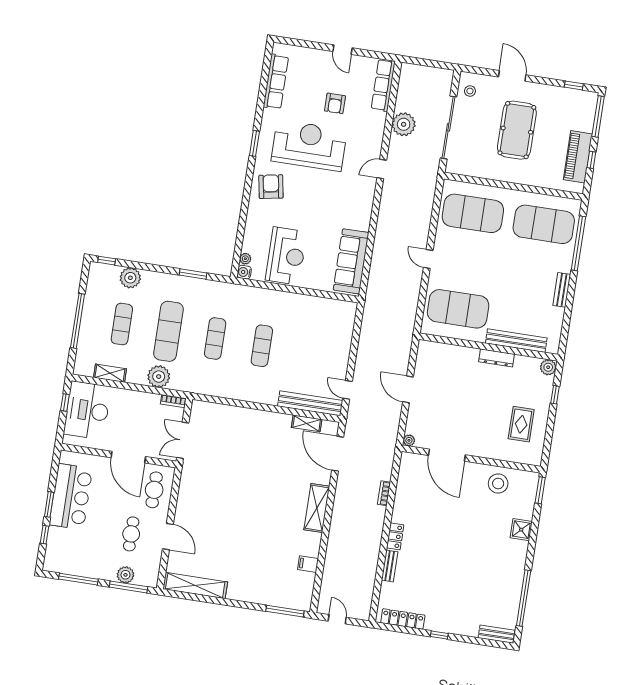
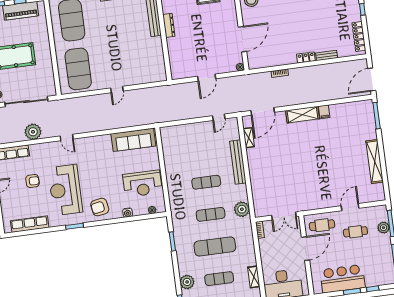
reception desk: (286, 256) -> (142, 184), turned 180
water cooler: (244, 272) -> (128, 213), moved
exercise mat: (458, 309) -> (144, 60), removed
plant: (159, 377) -> (242, 209), moved
bench: (310, 403) -> (238, 162), moved
filing cabinet: (308, 564) -> (324, 112), moved
shelving: (195, 586) -> (375, 161), moved
door: (337, 619) -> (372, 80), width x1.87

